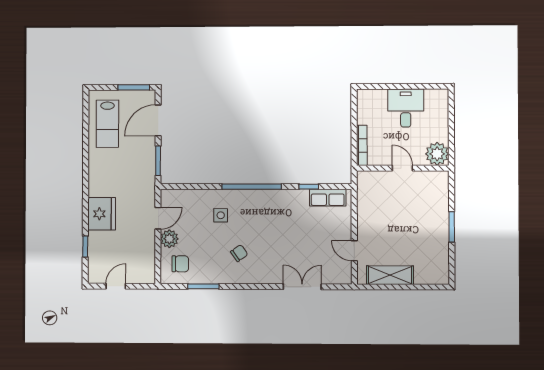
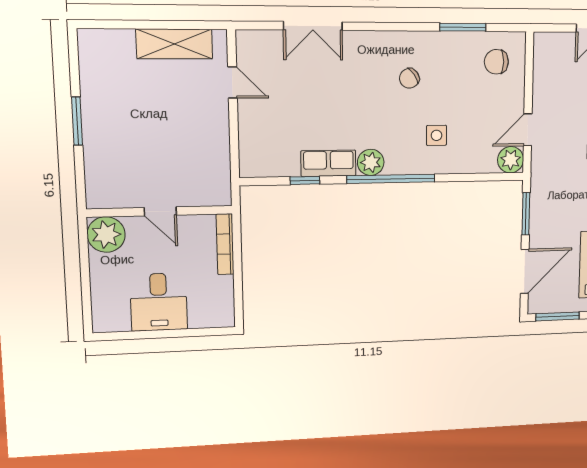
plant: (265, 198) -> (371, 162), added
row of seats: (328, 198) -> (328, 163), moved
plant: (169, 239) -> (511, 160), moved

